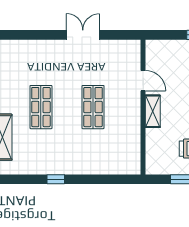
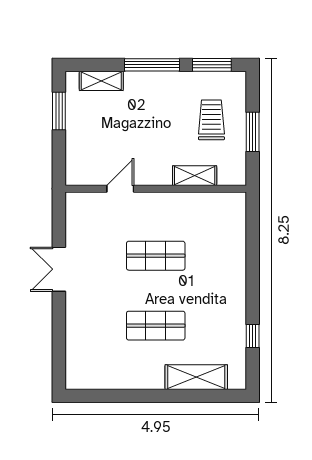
shelving: (153, 111) -> (195, 176), moved
window: (56, 179) -> (253, 336), moved

